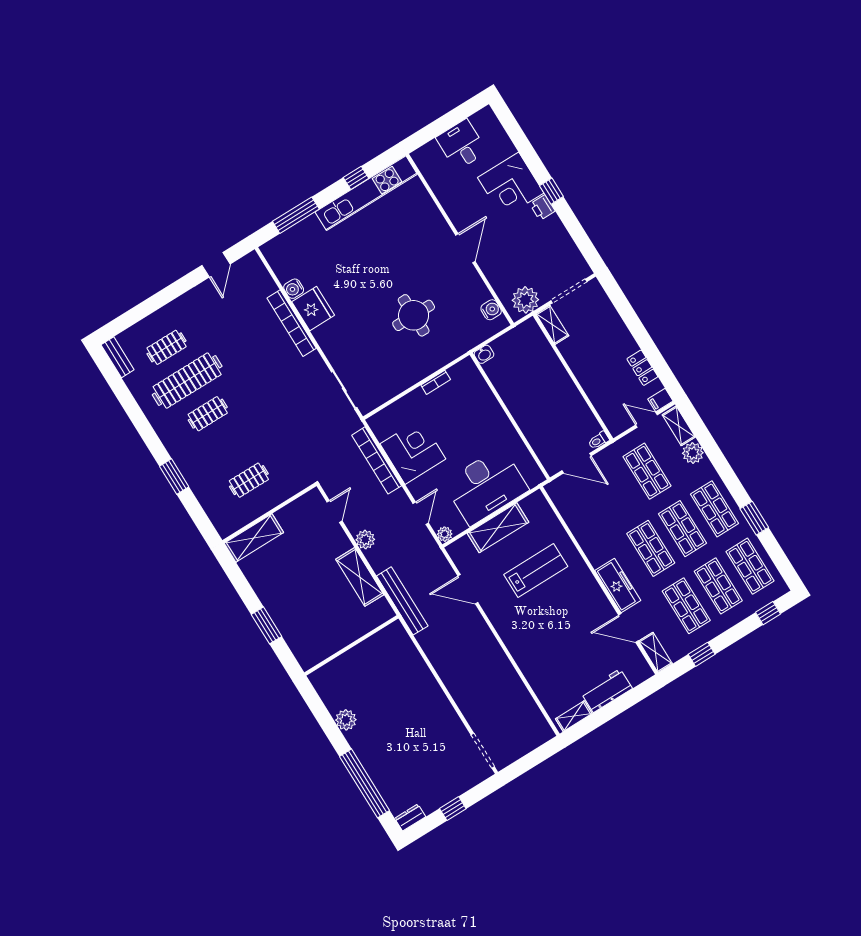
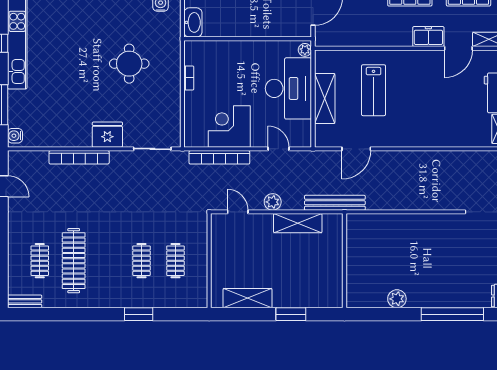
water cooler: (294, 289) -> (15, 136), moved, turned 90
fridge: (313, 309) -> (107, 135), moved
washbasin: (484, 354) -> (193, 22), width x1.91, depth x1.45
clothes rail: (208, 414) -> (142, 261), moved
plant: (445, 534) -> (305, 50), moved
shelving: (254, 538) -> (248, 298), moved, turned 90
lab bench: (536, 570) -> (374, 90), turned 180
freezer: (618, 585) -> (428, 36), width x0.71

